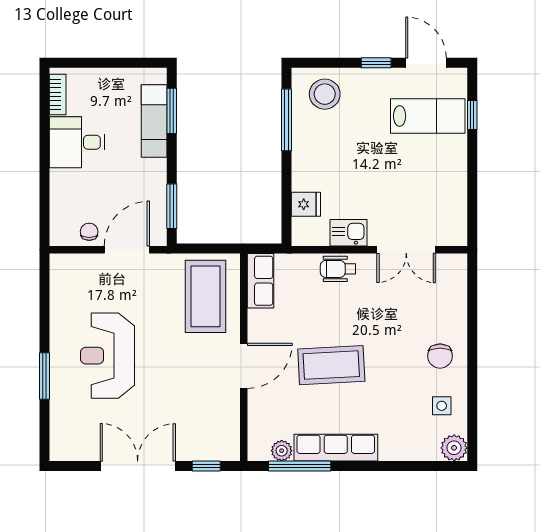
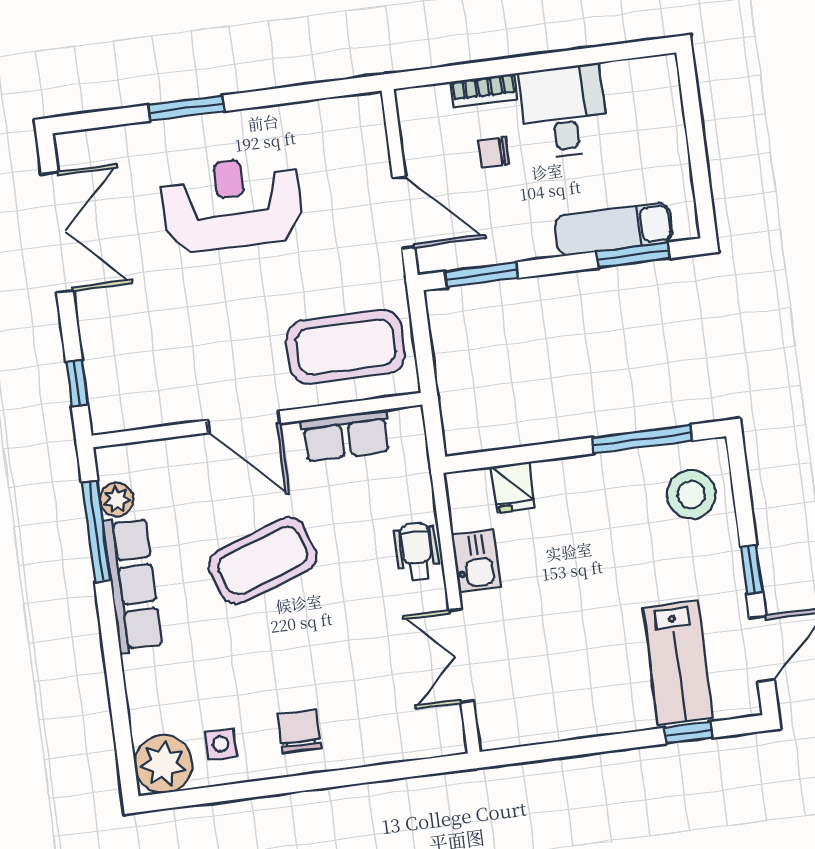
bookcase: (58, 94) -> (484, 90), moved
chair: (89, 232) -> (494, 152), moved, turned 180
row of seats: (261, 281) -> (346, 436), moved
chair: (440, 356) -> (299, 731), turned 90
coffee table: (331, 365) -> (263, 561), turned 74
plant: (454, 448) -> (163, 764), width x1.36, depth x1.36
double door: (138, 466) -> (57, 232), moved

